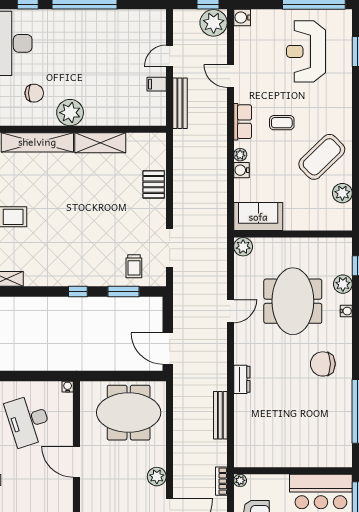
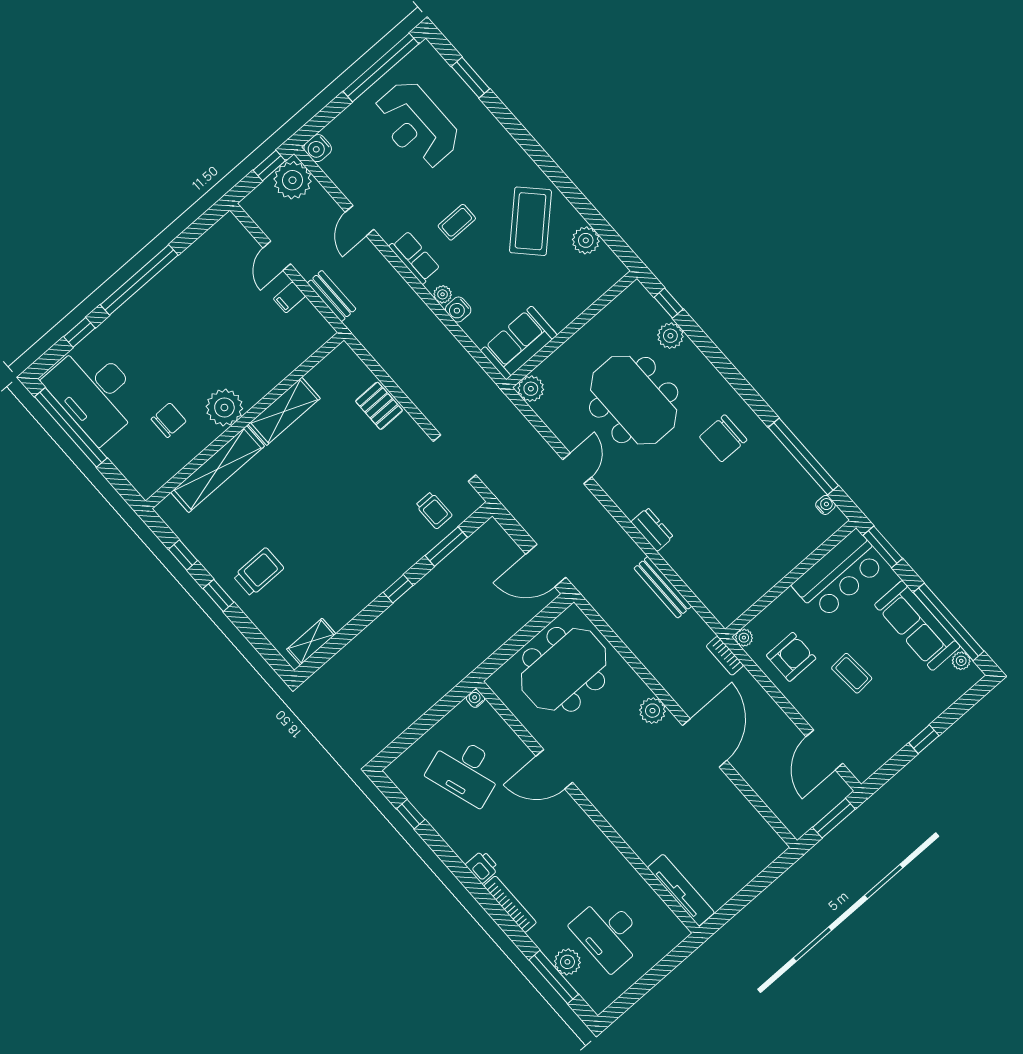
door: (230, 76) -> (360, 221), hinge flipped
bench: (180, 103) -> (332, 296), width x0.73
water cooler: (346, 311) -> (825, 505), moved

